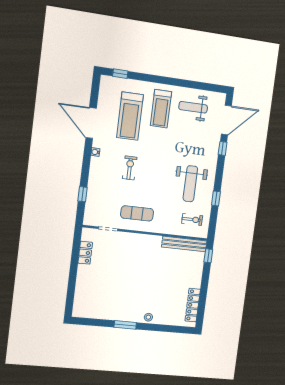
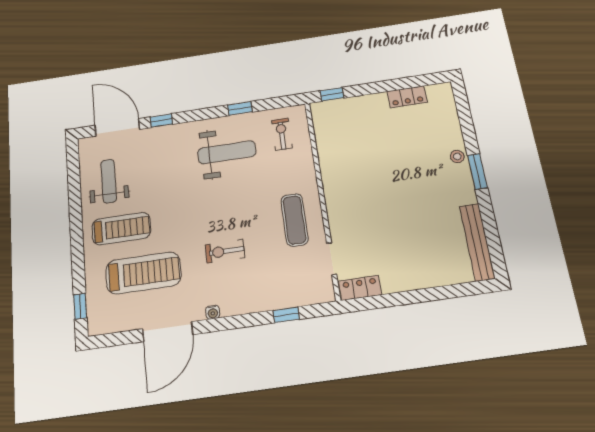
weight bench: (193, 107) -> (109, 181), turned 180
bench: (184, 244) -> (477, 242), moved
locker: (85, 253) -> (360, 288), moved
locker: (193, 305) -> (407, 97), width x0.66
window: (125, 325) -> (477, 171), moved

